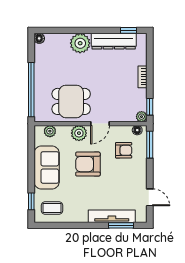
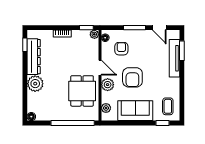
window: (150, 145) -> (135, 28), moved
door: (150, 197) -> (159, 28), swing flipped

